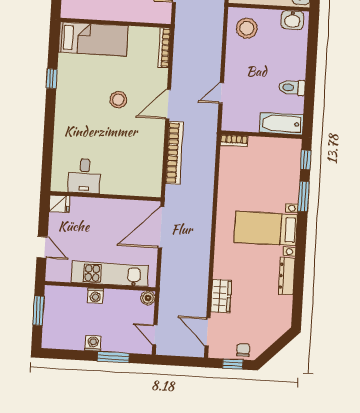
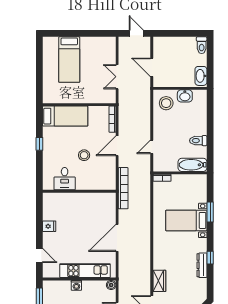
washbasin: (292, 20) -> (185, 96), moved
door: (168, 104) -> (117, 146), moved
window: (306, 160) -> (210, 258), moved
desk: (84, 176) -> (65, 179), moved
wall: (105, 196) -> (79, 191), moved
bed with nightstands: (266, 229) -> (186, 220), moved

